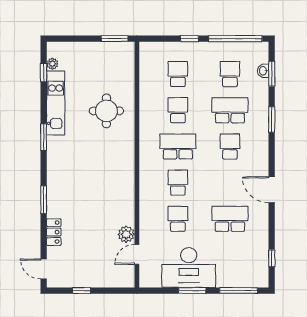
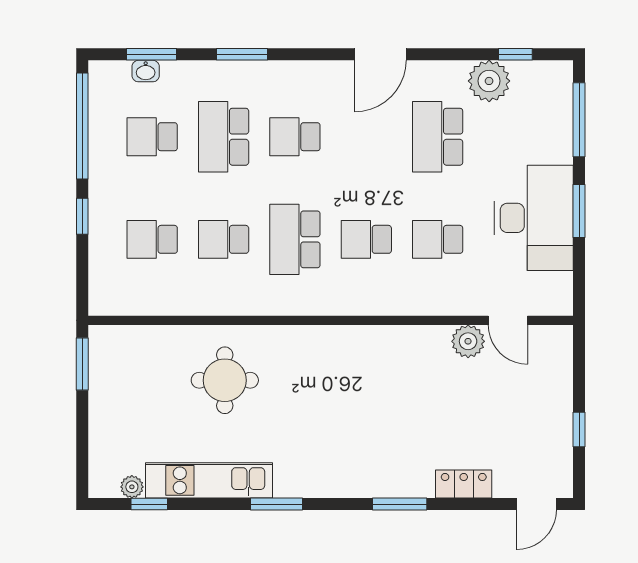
plant: (258, 245) -> (489, 81), added

